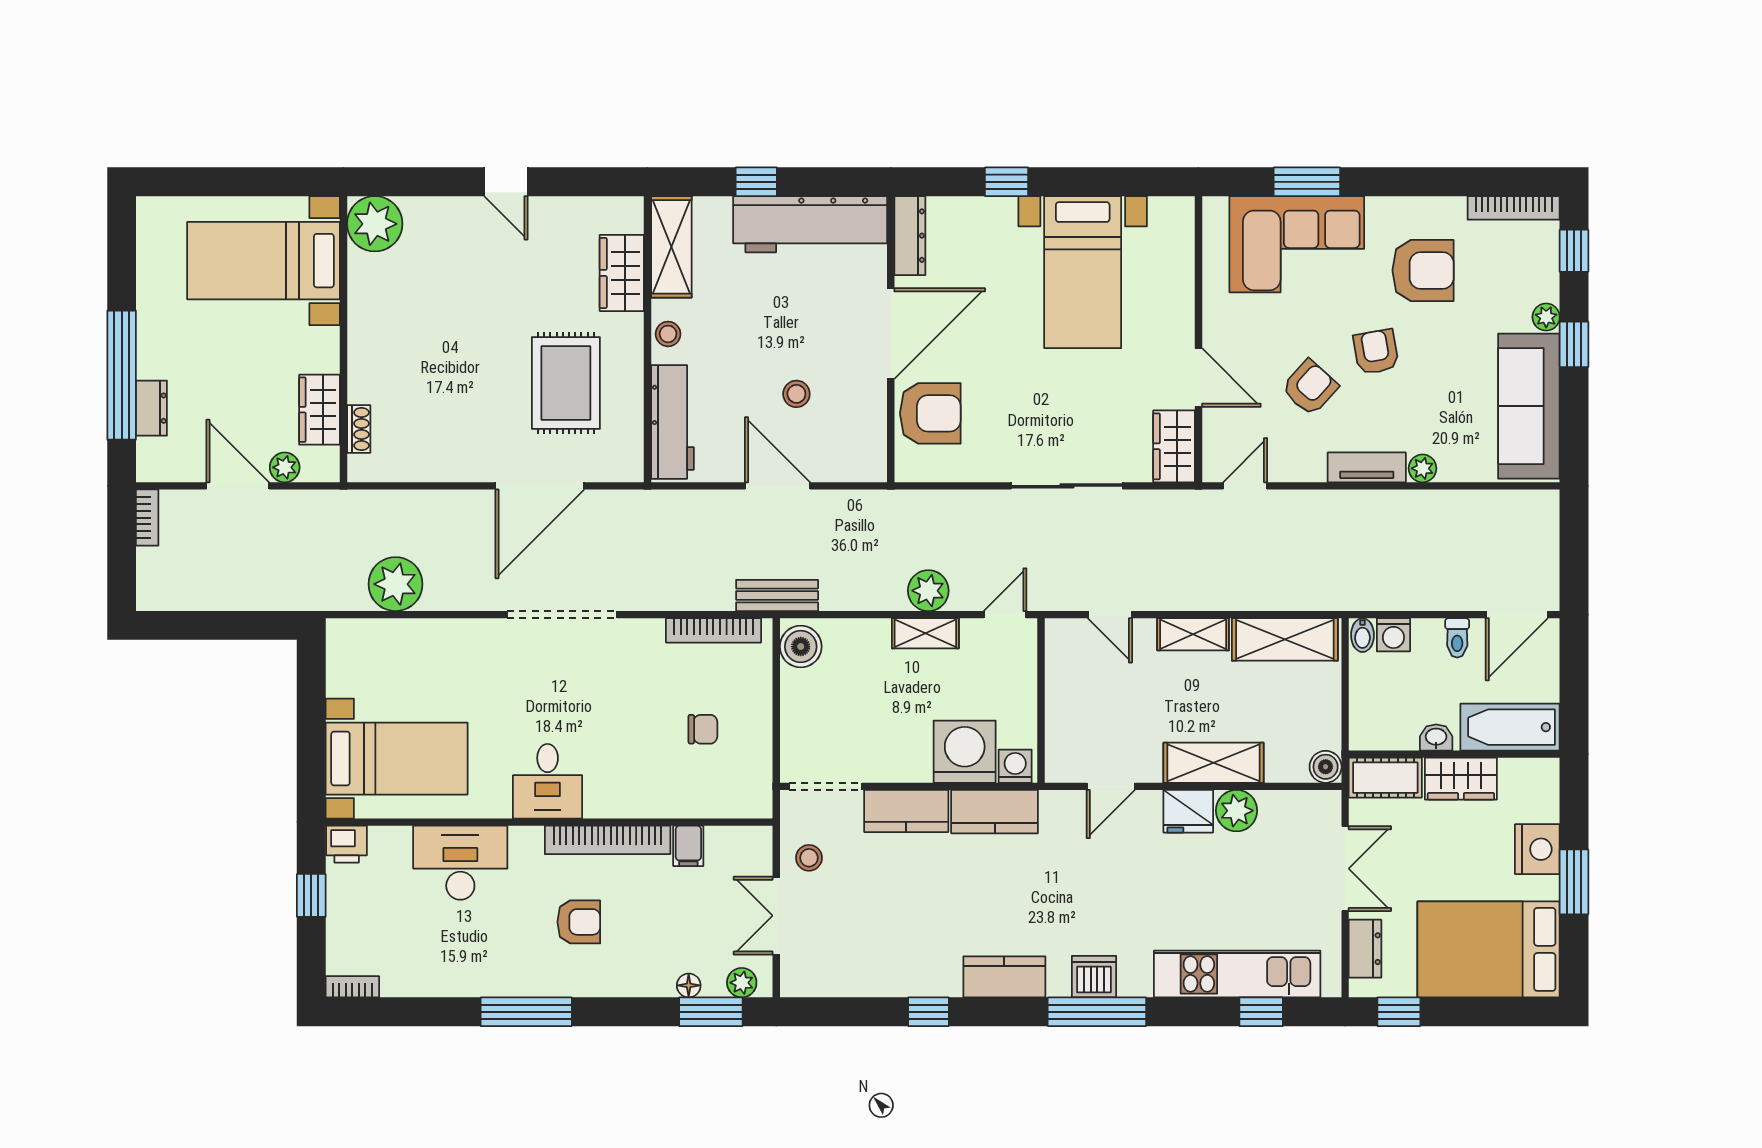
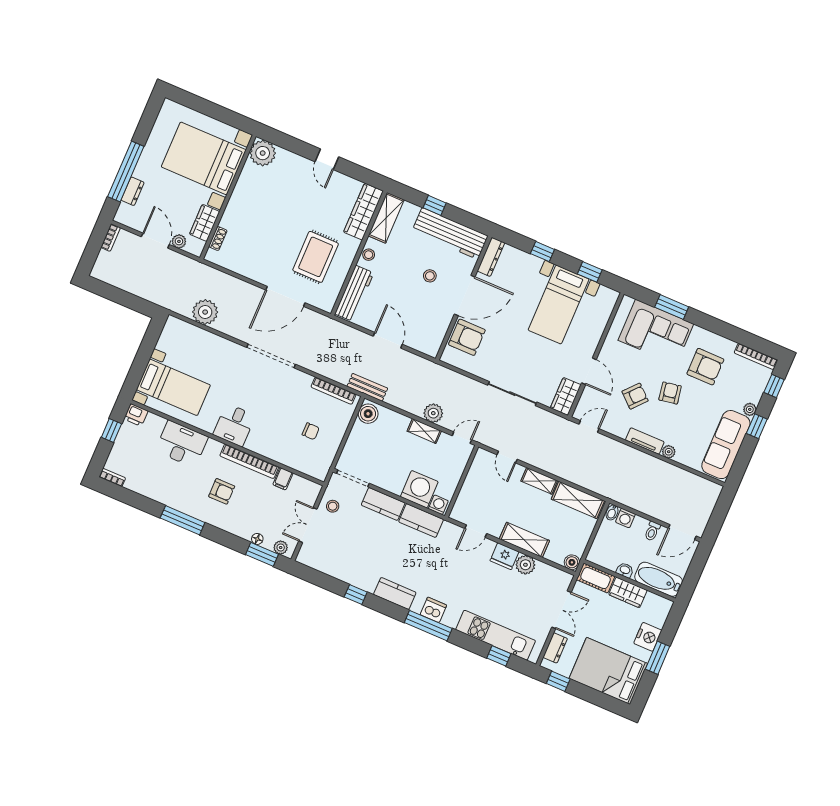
window: (1117, 182) -> (590, 272), added
bed with nightstands: (263, 261) -> (204, 158), width x1.36
wardrobe: (622, 273) -> (364, 212), width x1.50
stool: (796, 394) -> (430, 276), moved

